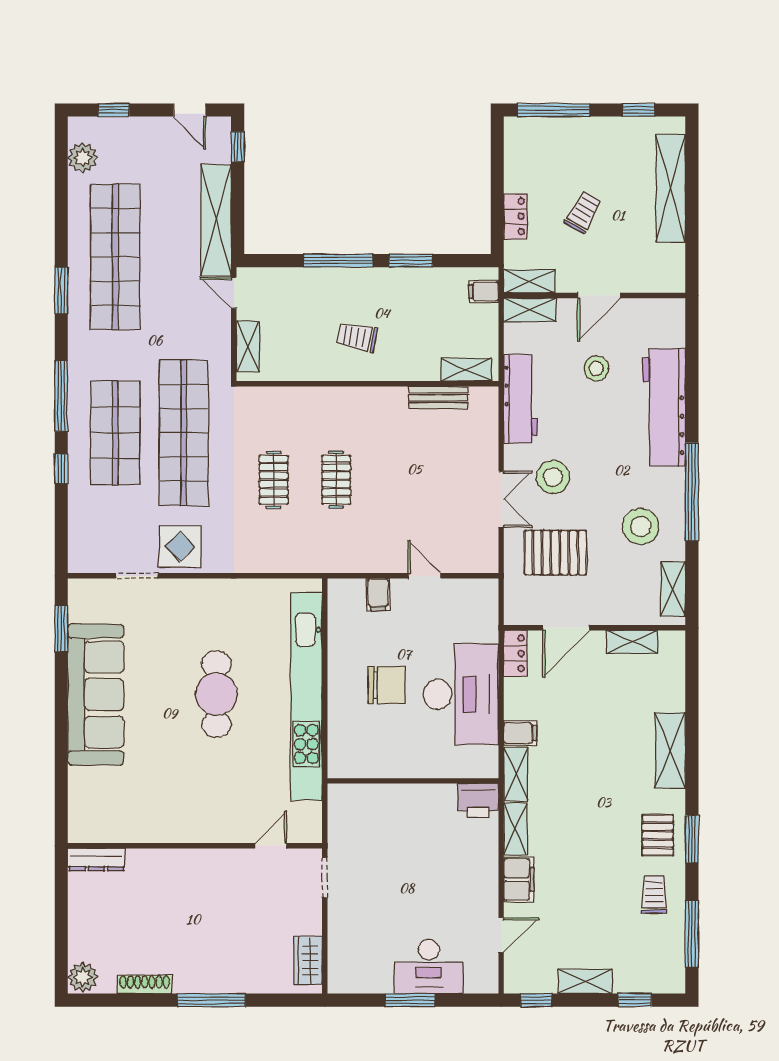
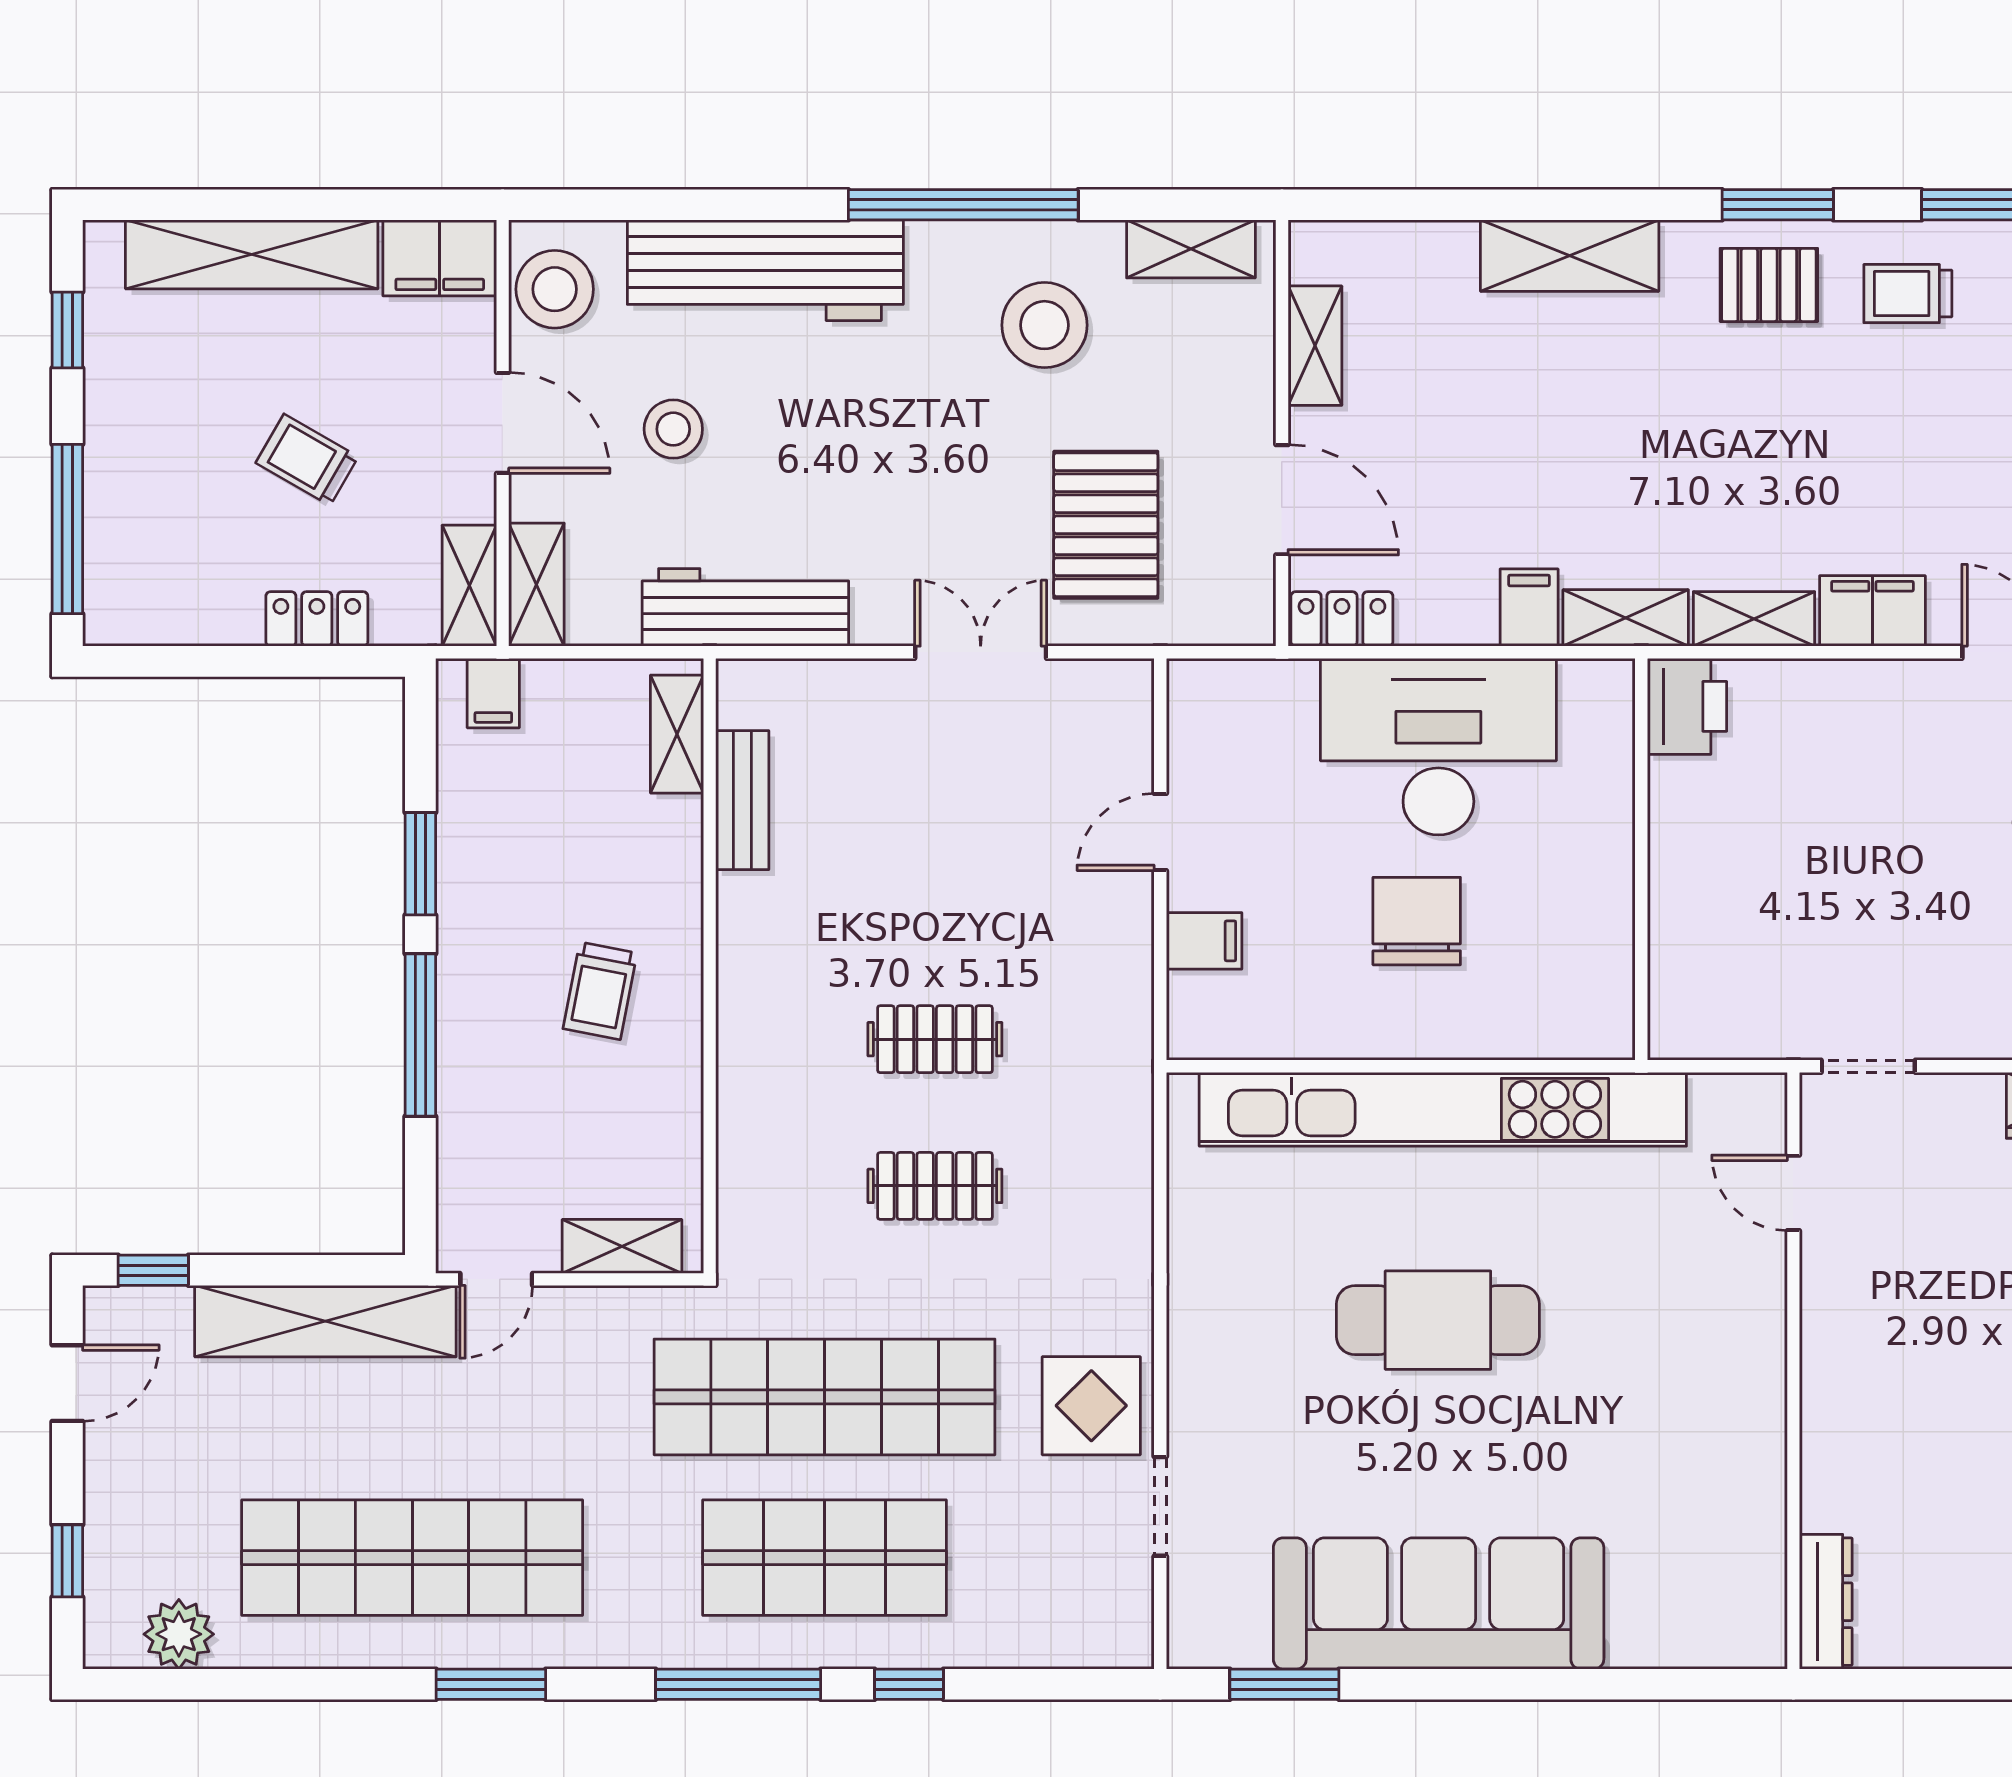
filing cabinet: (669, 269) -> (440, 258), added
stool: (553, 477) -> (555, 289), moved

